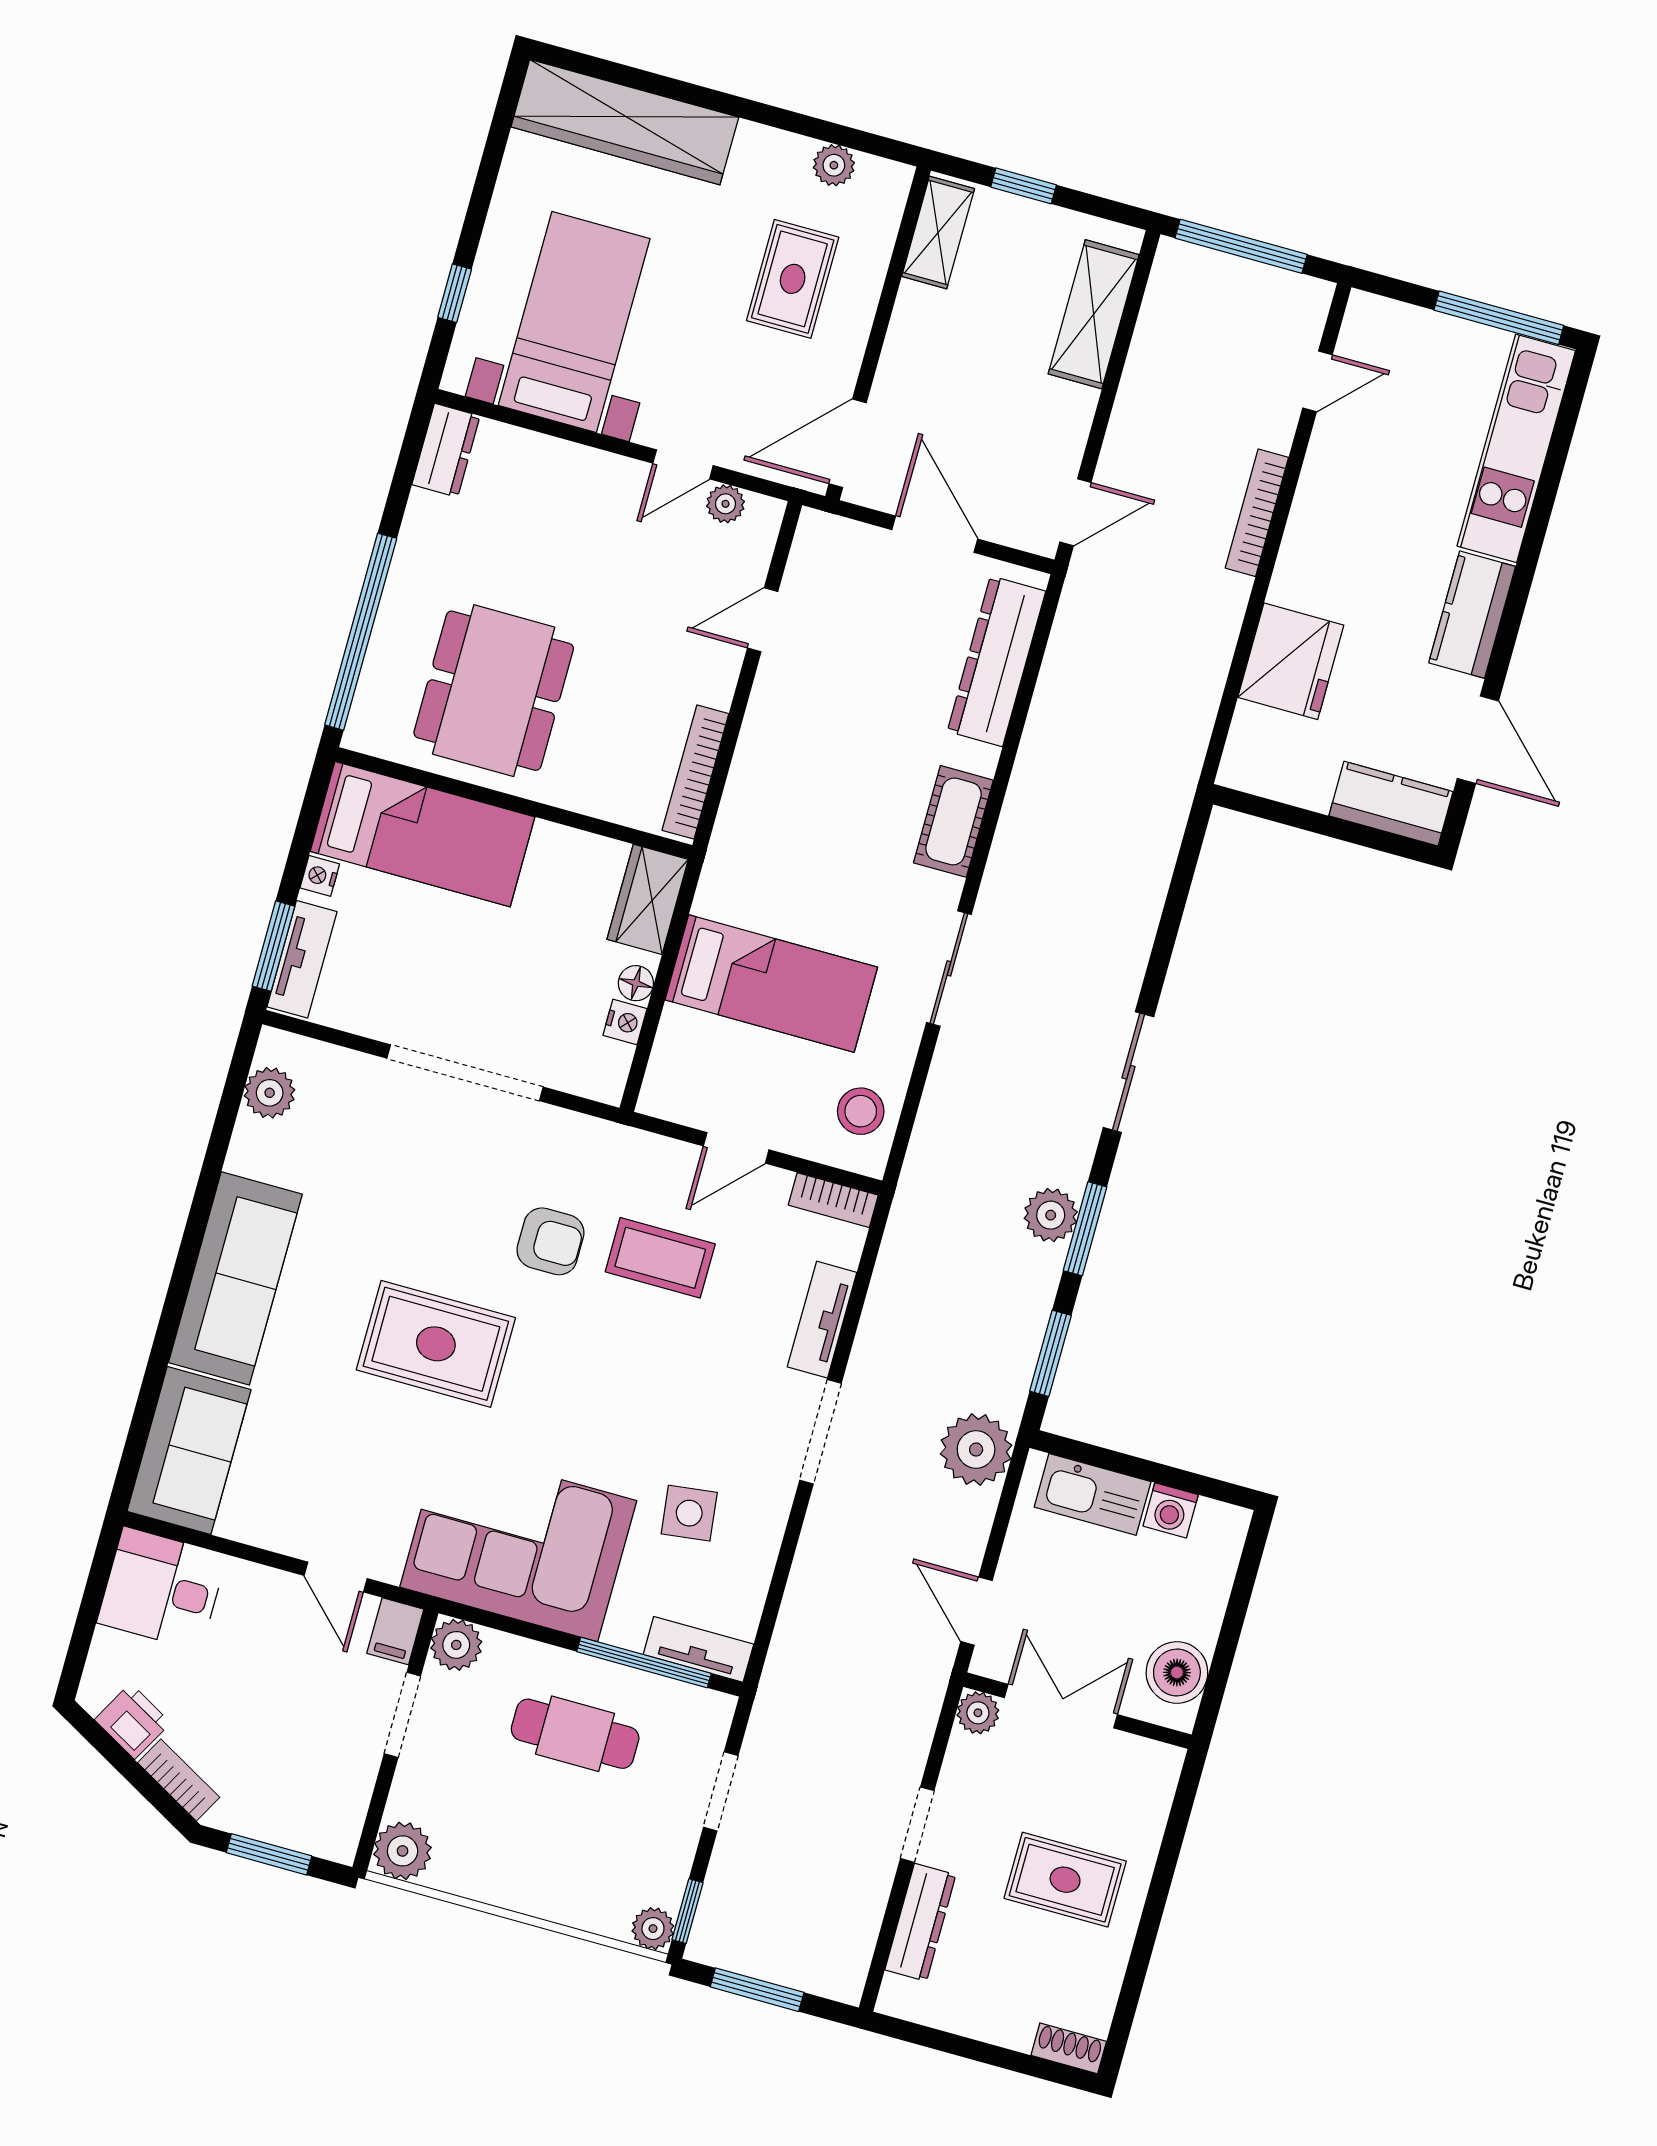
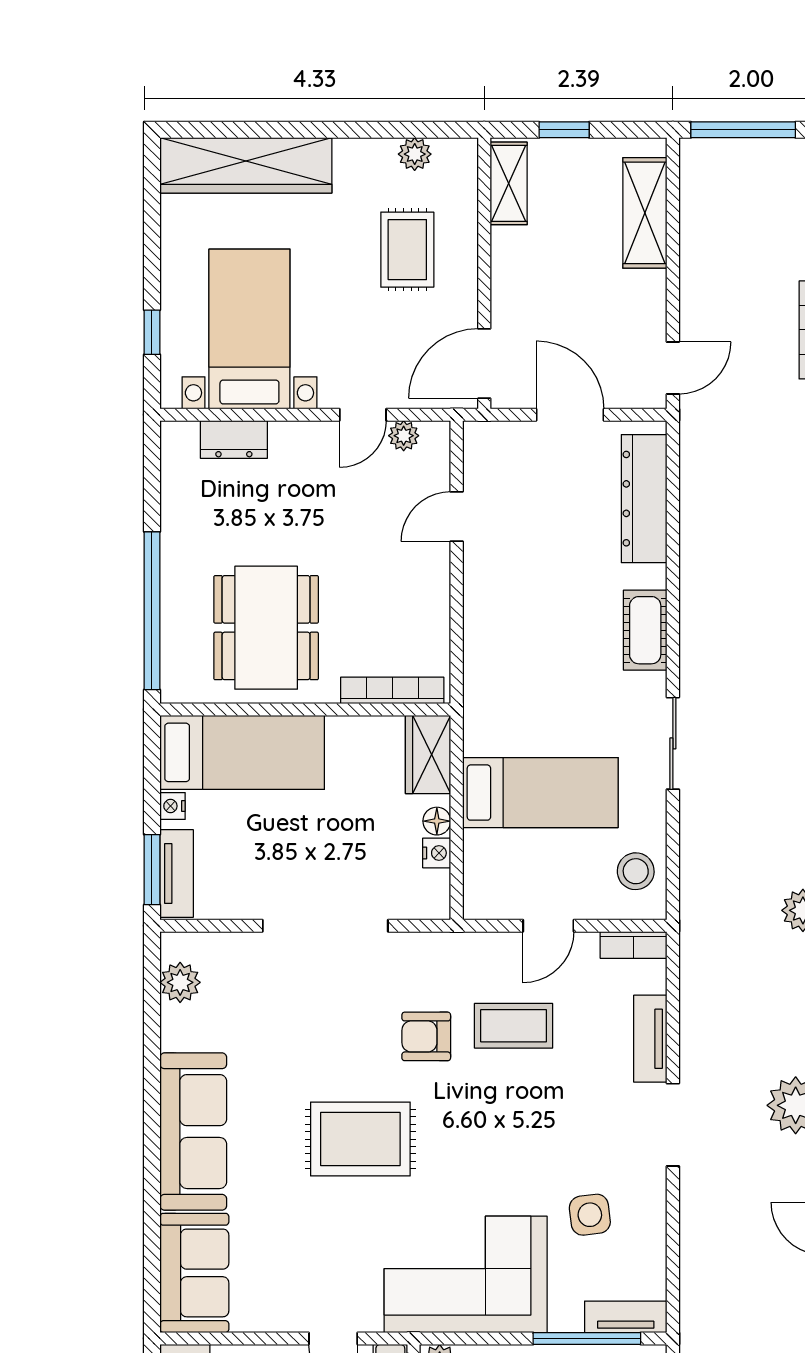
dresser: (446, 450) -> (234, 439), moved, turned 90
bookcase: (695, 772) -> (392, 690), moved, turned 90
armchair: (550, 1241) -> (426, 1036), turned 180

